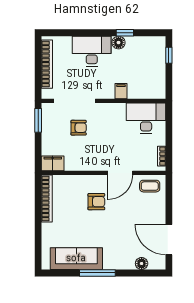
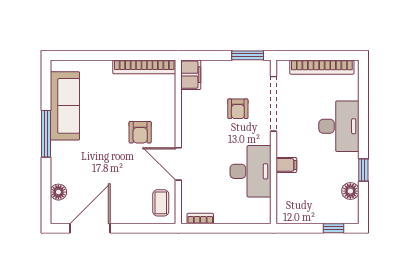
floor lamp: (118, 43) -> (350, 191), moved
desk: (146, 118) -> (250, 171), moved

